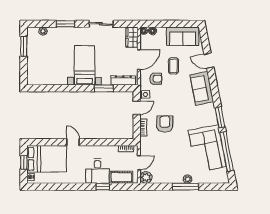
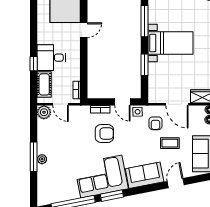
dresser: (123, 80) -> (153, 87), removed
window: (65, 88) -> (145, 21), added
corner sofa: (207, 149) -> (101, 177), moved

